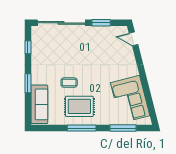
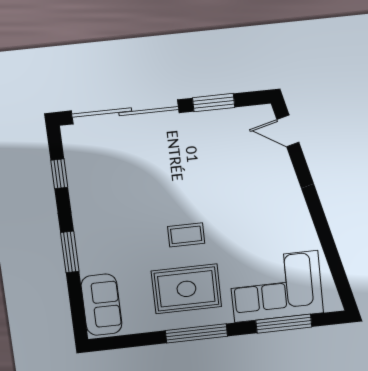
coffee table: (69, 83) -> (186, 235), moved
corner sofa: (130, 99) -> (276, 287), moved, turned 104
sofa: (39, 104) -> (102, 305), width x0.73

